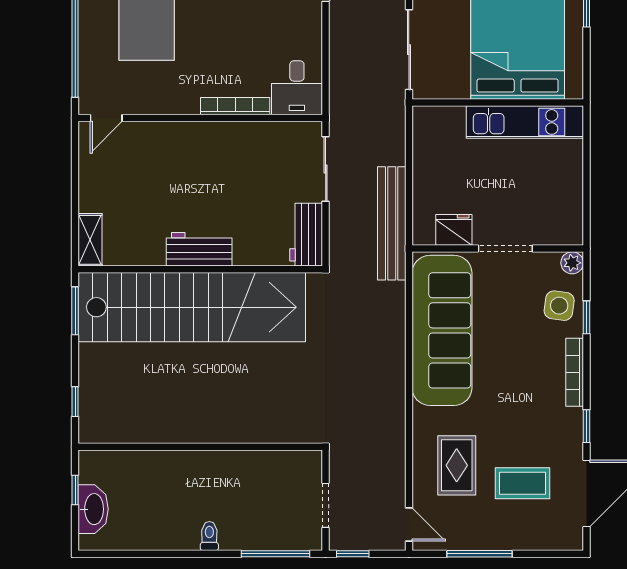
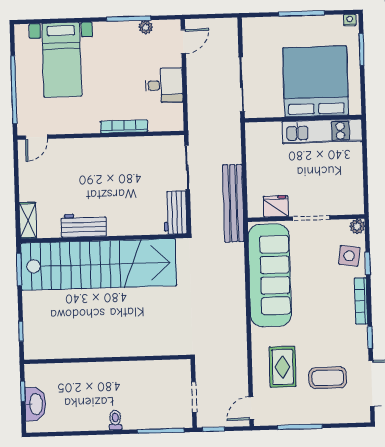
desk: (297, 88) -> (164, 85), moved, turned -90
workbench: (199, 249) -> (84, 225), moved
door: (409, 524) -> (251, 408), swing flipped

